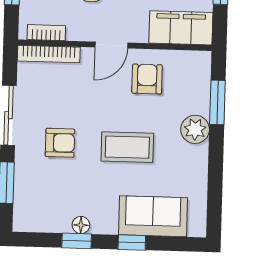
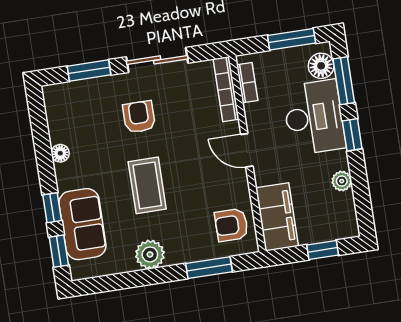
armchair: (147, 79) -> (231, 225), moved, turned 180
plant: (195, 129) -> (150, 254), moved
armchair: (60, 143) -> (139, 117), turned 180
window: (77, 241) -> (59, 251), moved

